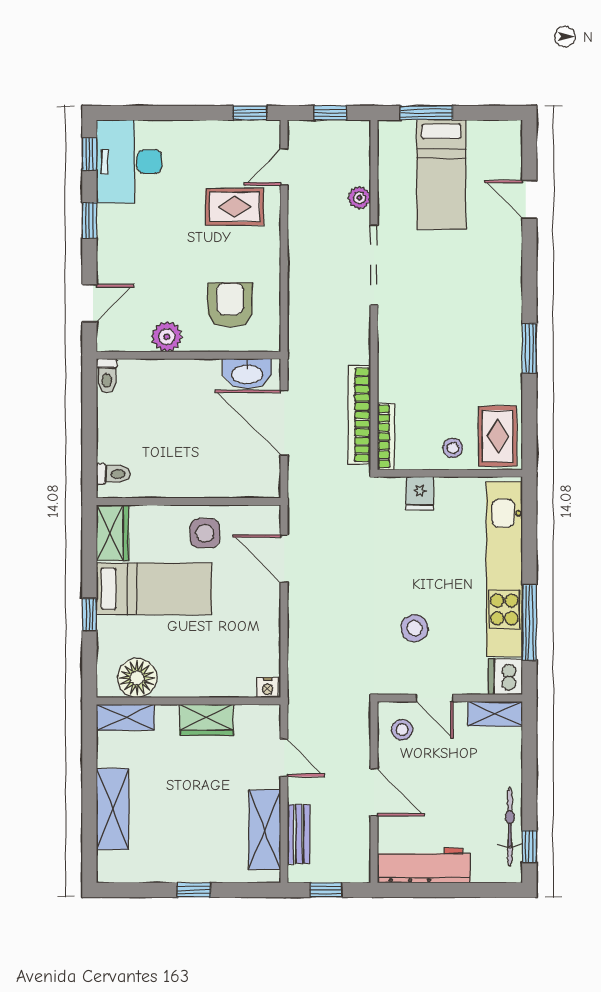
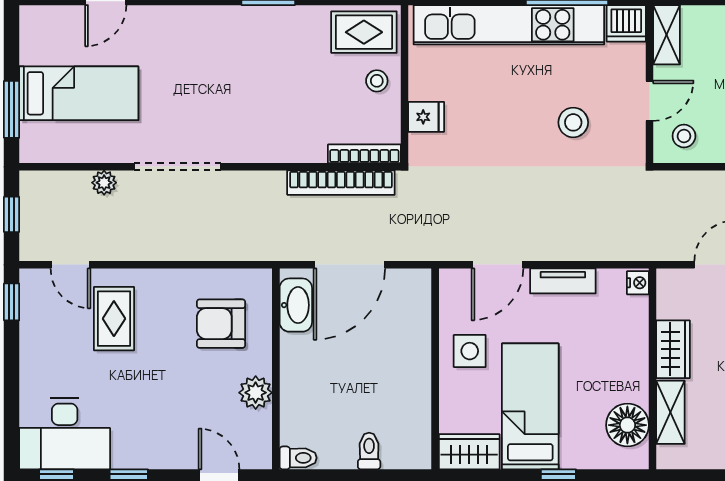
toilet: (113, 474) -> (369, 451), moved
tv unit: (269, 619) -> (563, 281), added
shelving: (125, 717) -> (670, 412), moved

